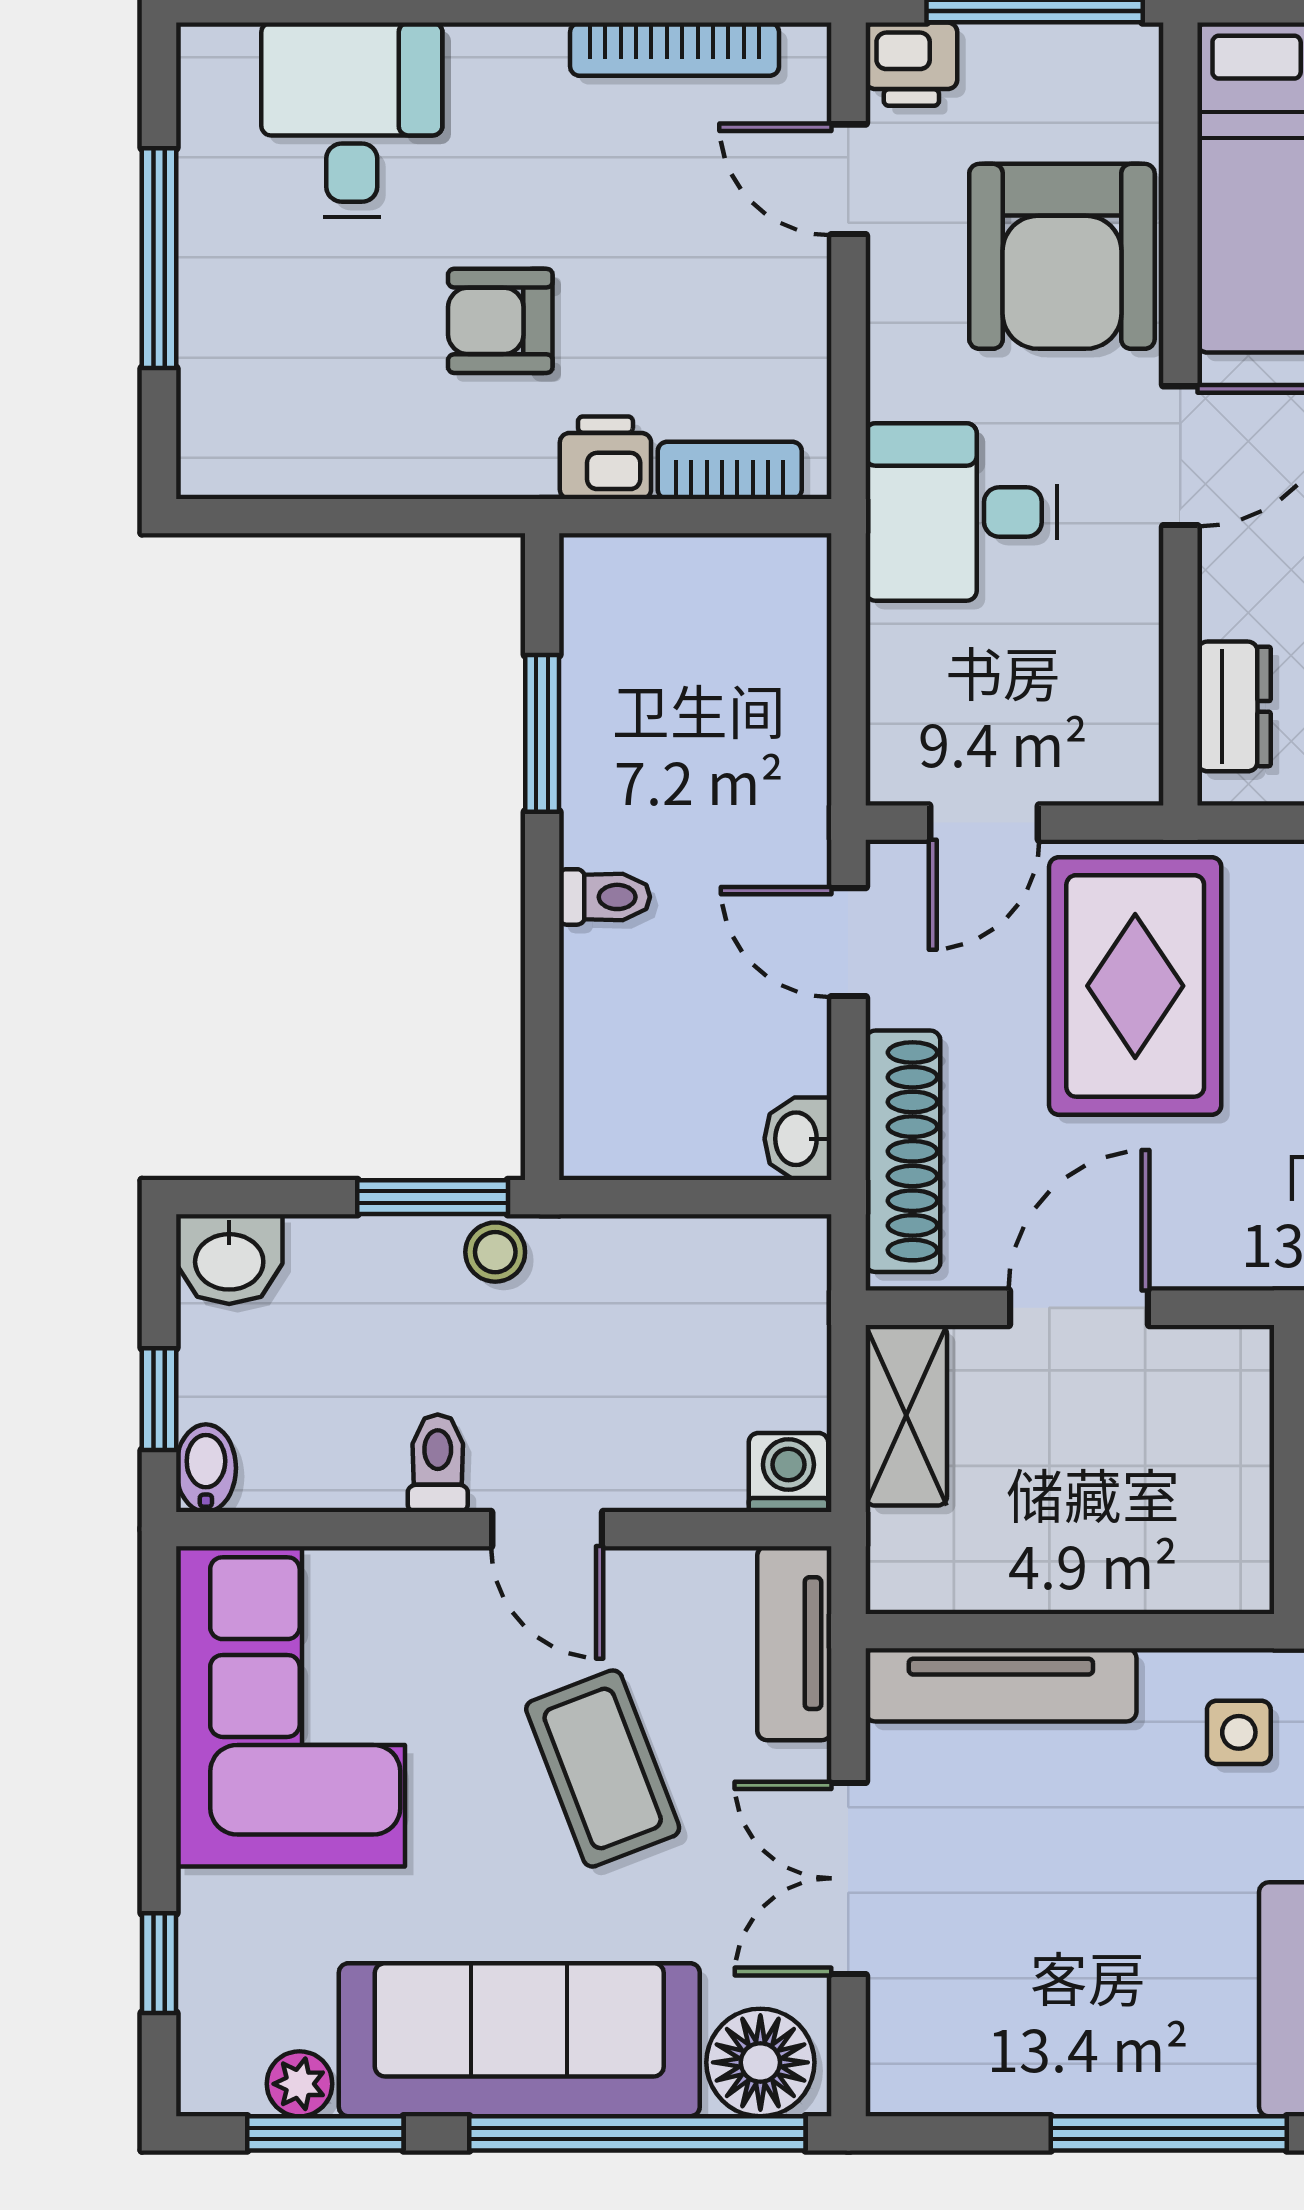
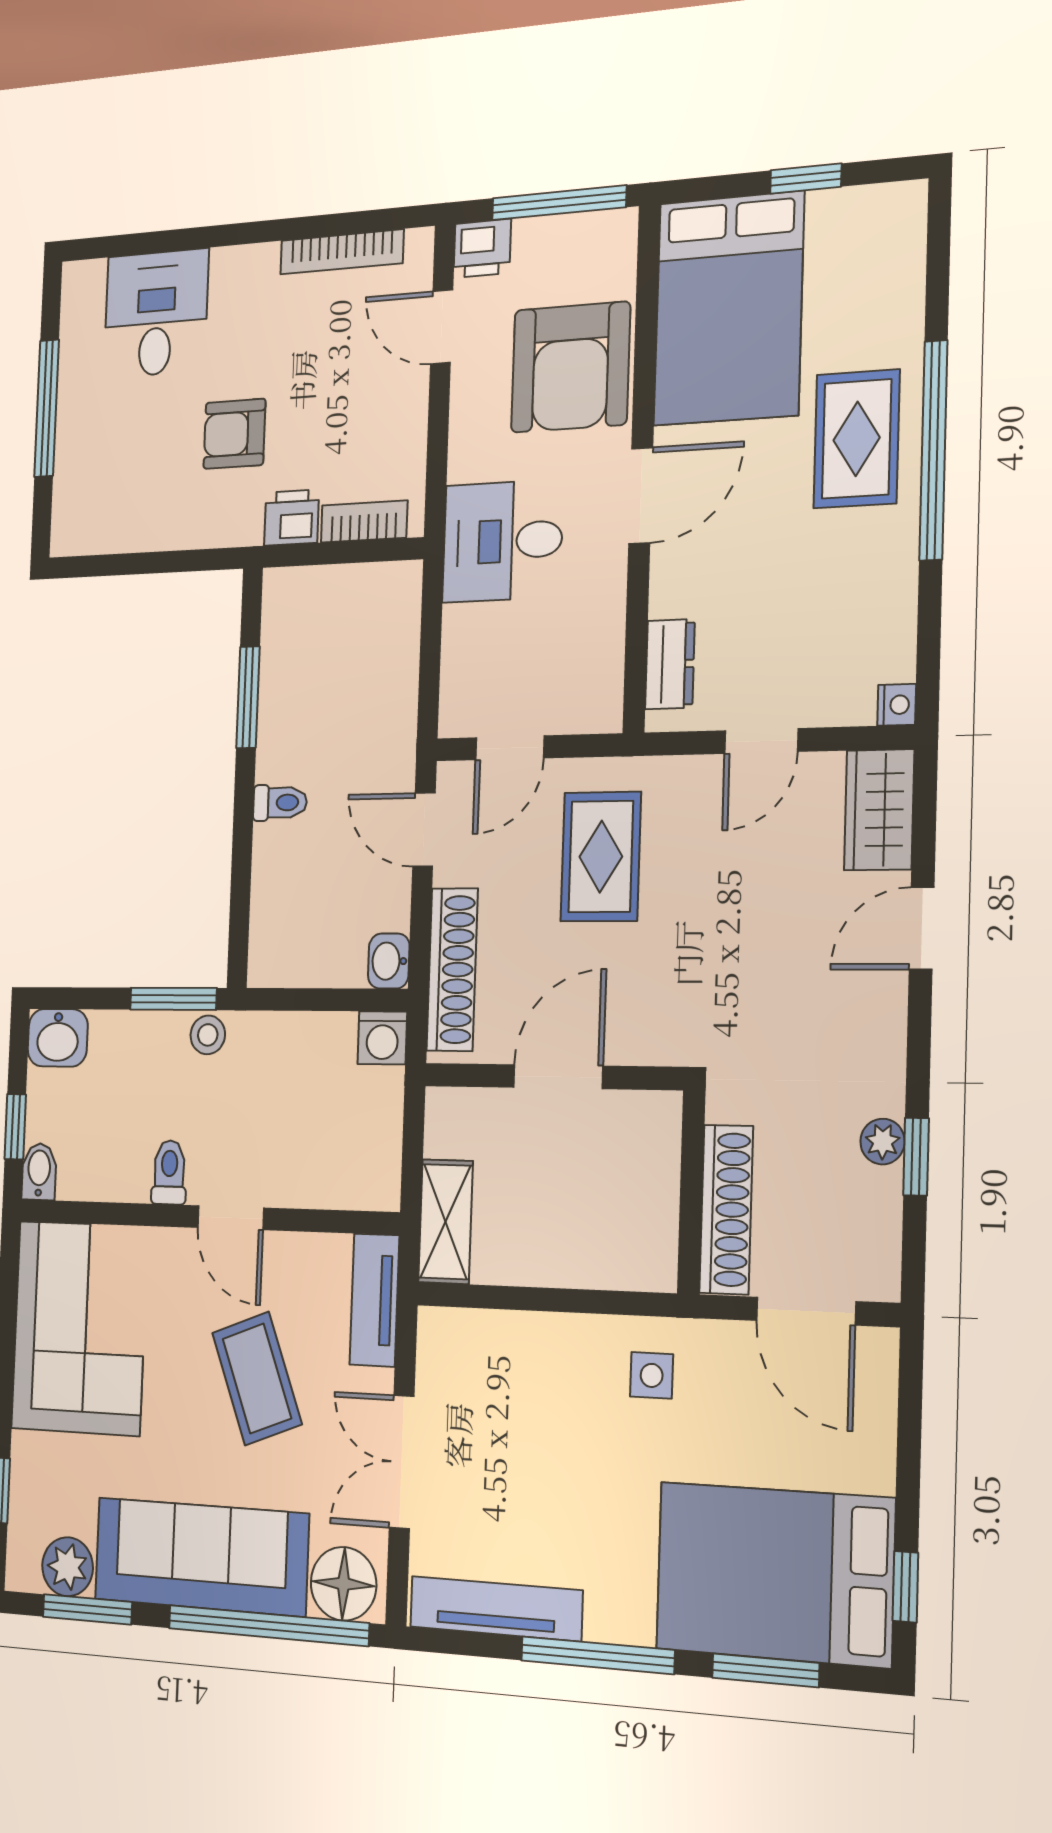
rug: (1135, 986) -> (601, 857), width x0.73, depth x0.70
shelving: (906, 1415) -> (446, 1222), moved
washing machine: (788, 1472) -> (382, 1038), moved, turned 180
tv unit: (1001, 1685) -> (496, 1609), moved, turned 180
plant: (299, 2084) -> (68, 1567), width x1.38, depth x1.38

